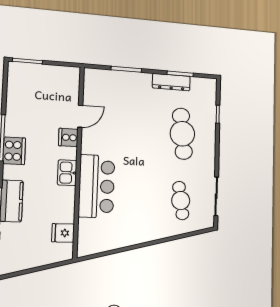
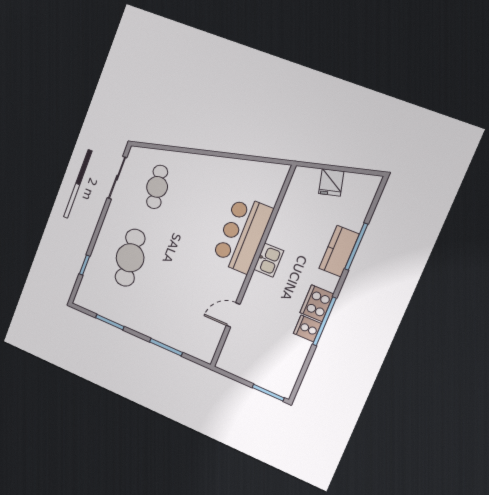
dresser: (171, 82) -> (122, 317), removed
cooker: (68, 137) -> (307, 328), moved, turned 180
fridge: (63, 233) -> (331, 182), moved, turned 76

